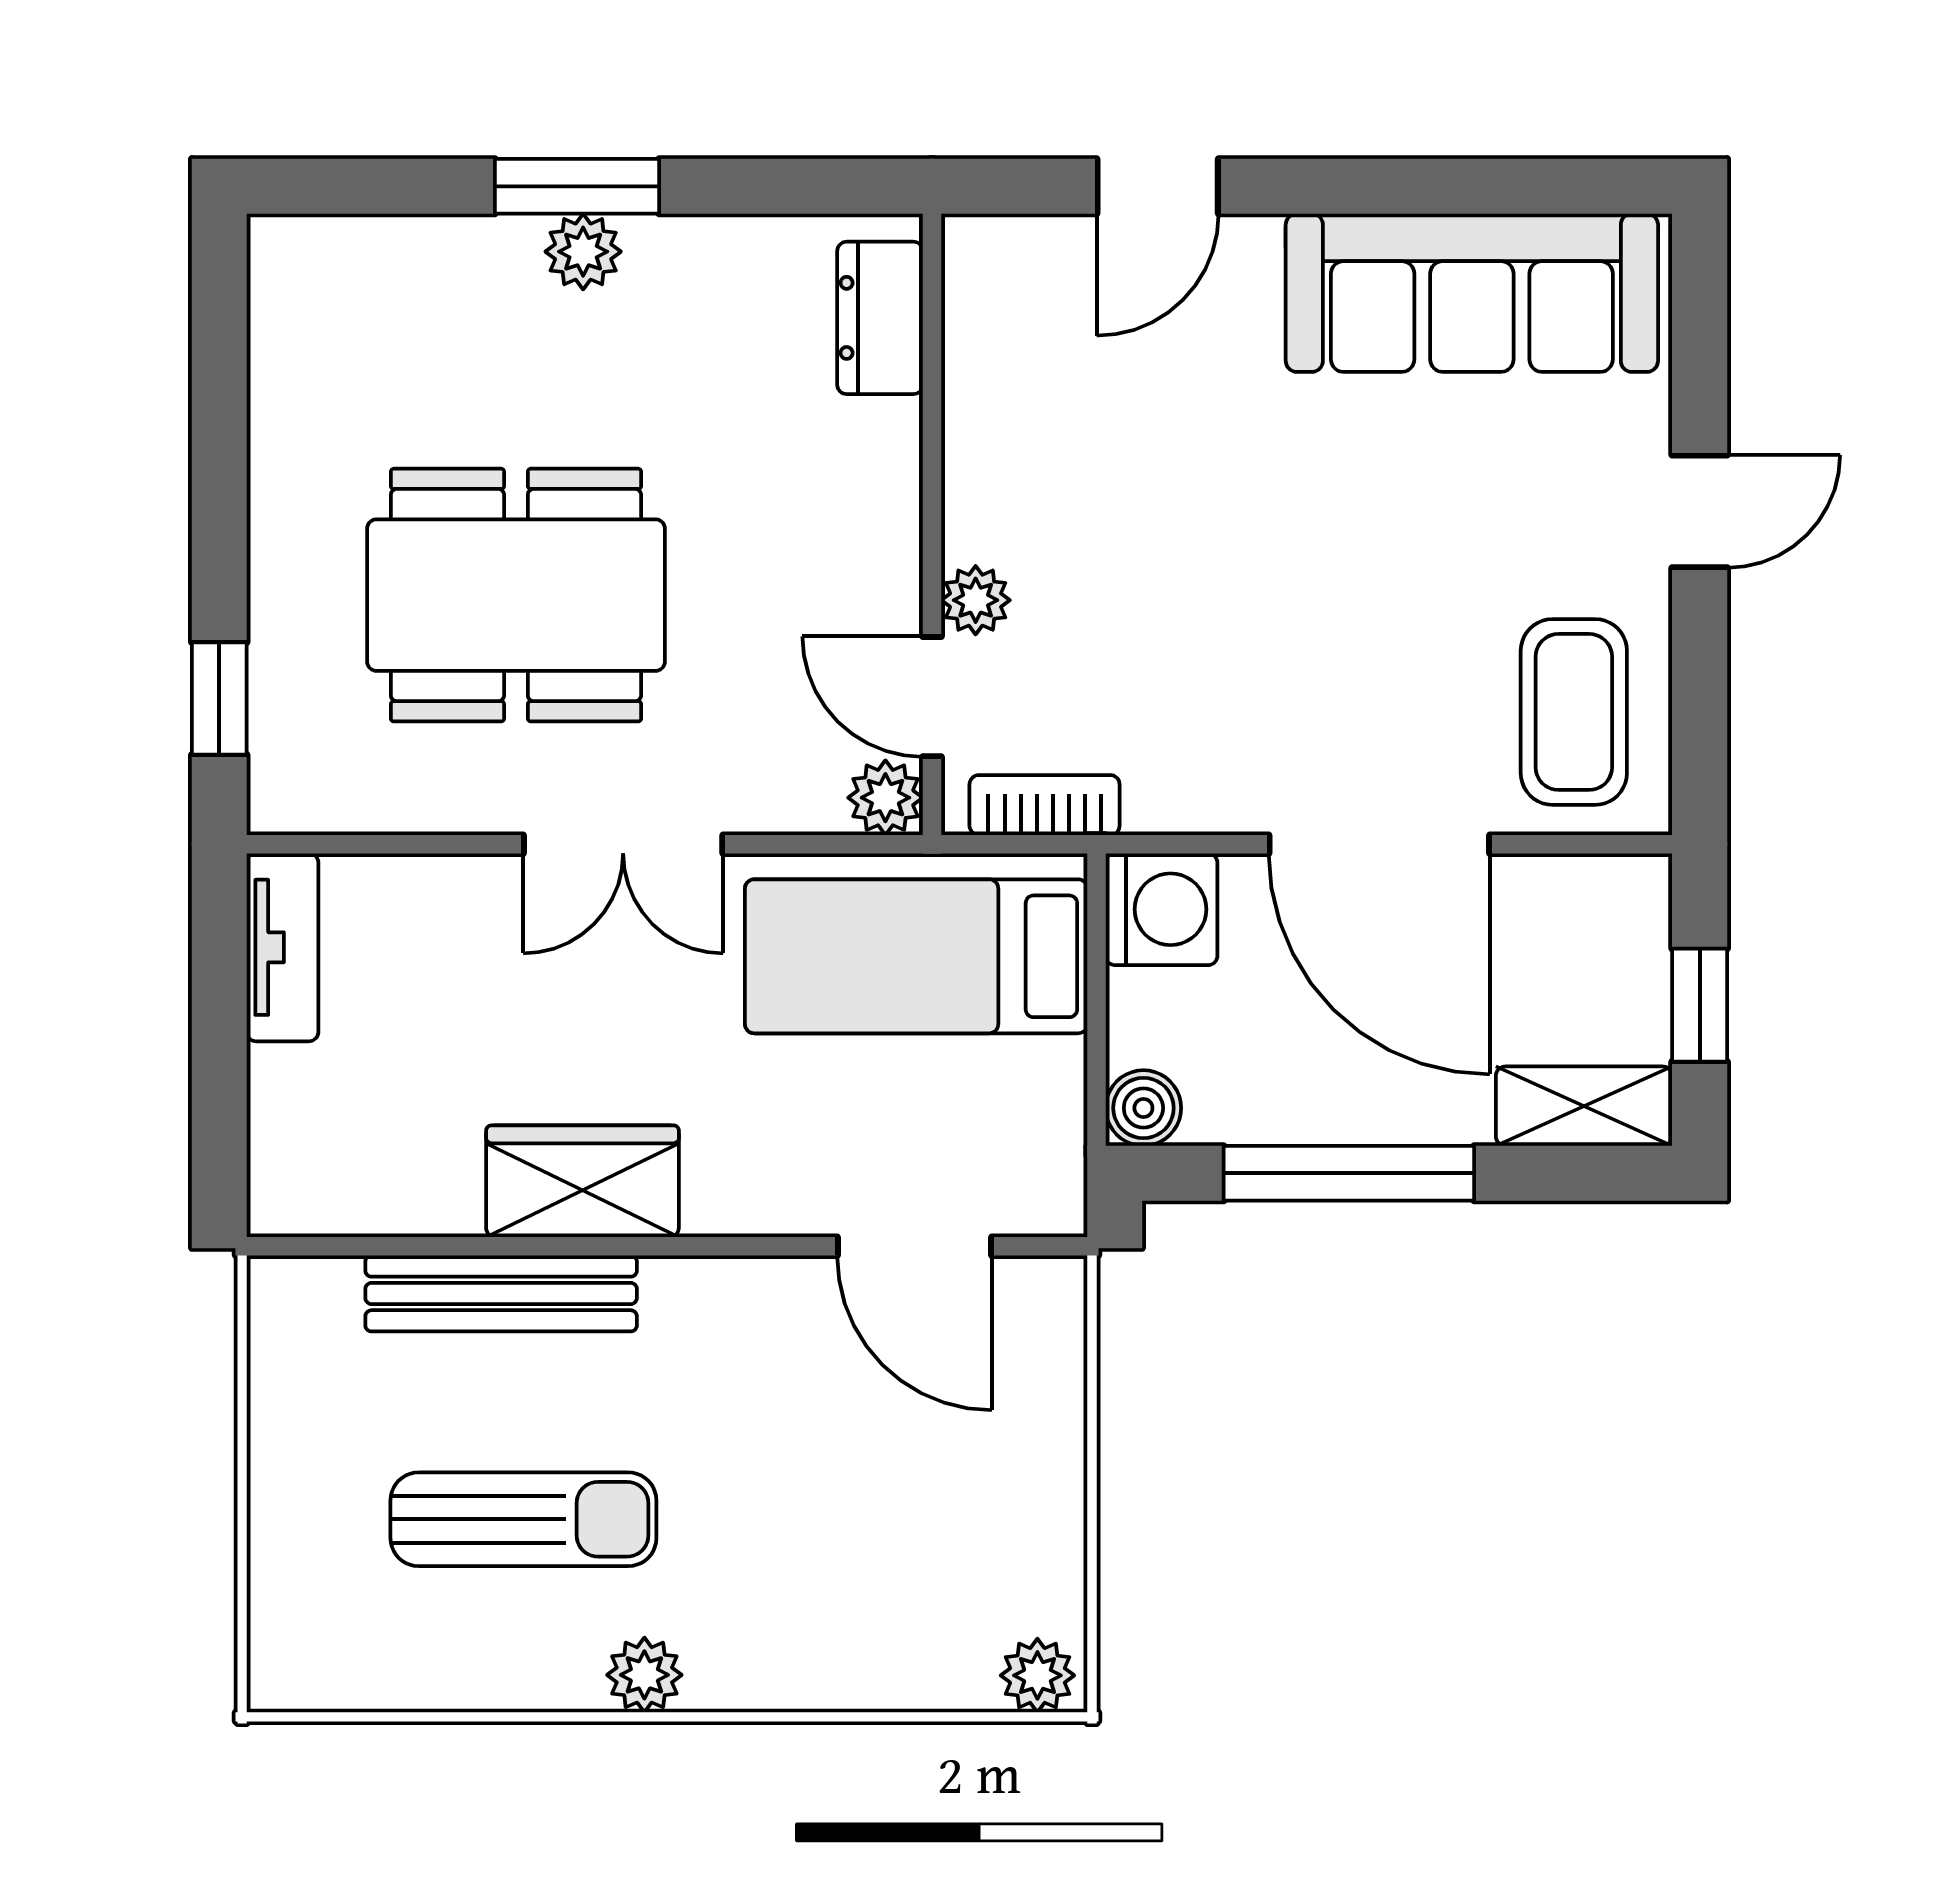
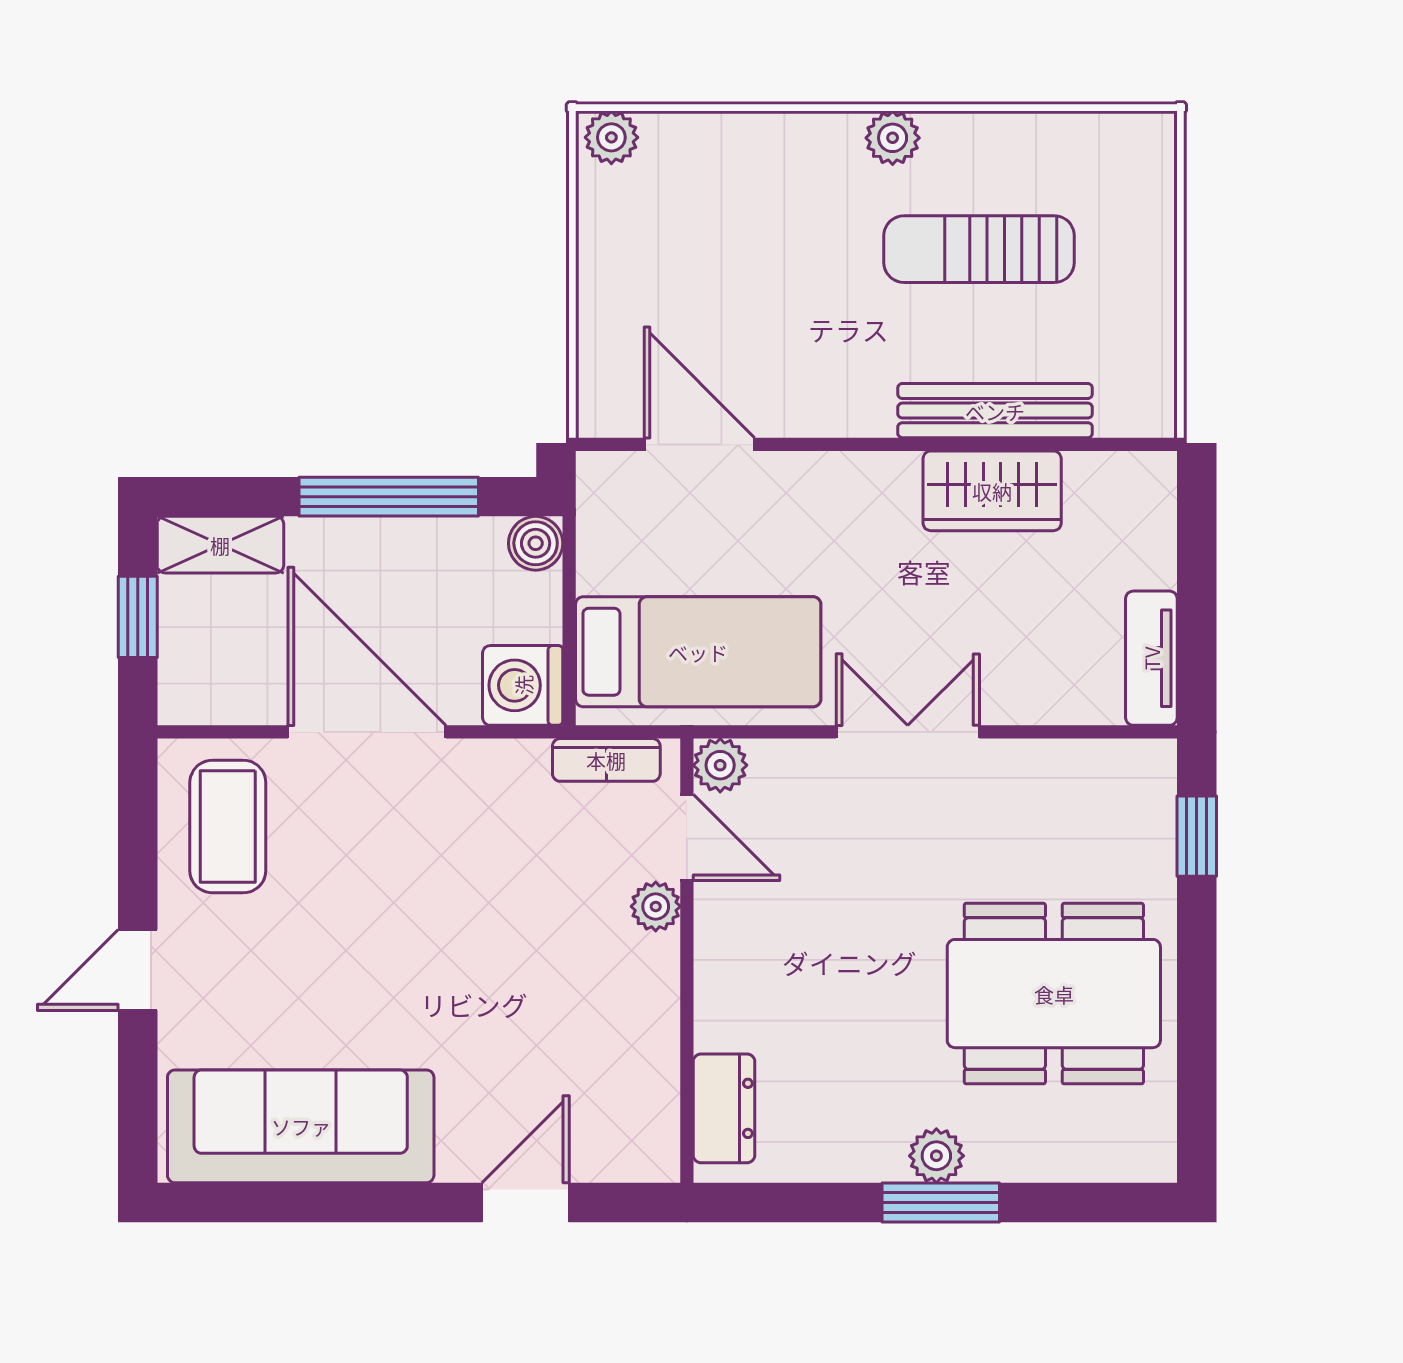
dining table: (516, 595) -> (1054, 994), moved
wardrobe: (582, 1181) -> (992, 491), moved

